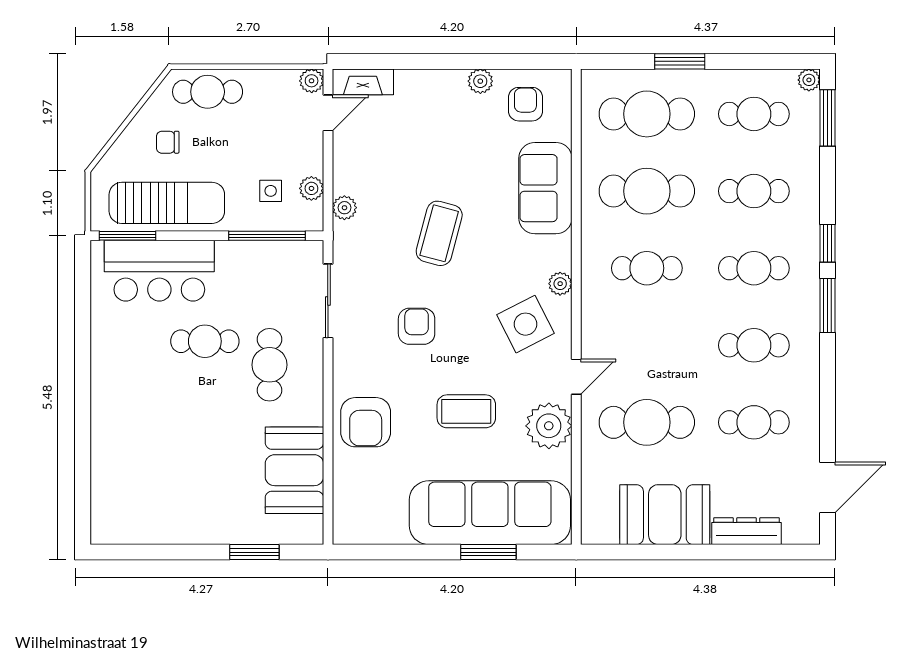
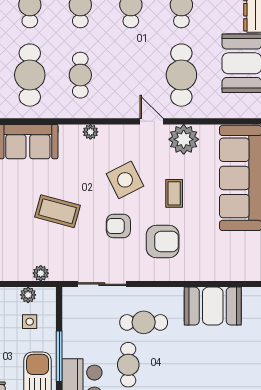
window: (267, 236) -> (59, 356), moved
side table: (525, 324) -> (125, 180), moved
coffee table: (466, 411) -> (174, 193), width x0.73, depth x0.77
armchair: (366, 422) -> (163, 242), moved

